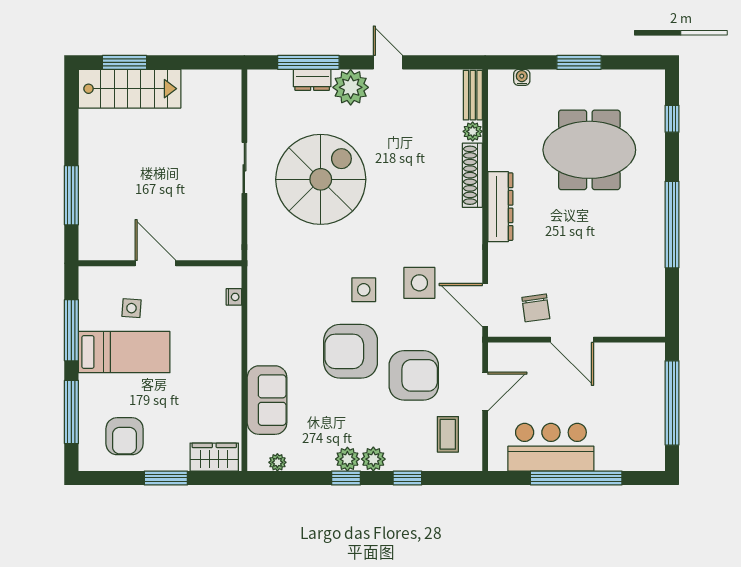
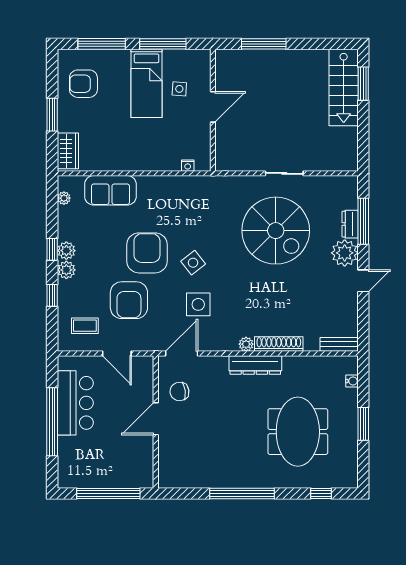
plant: (473, 131) -> (246, 344), moved
side table: (364, 290) -> (193, 263), turned -38

